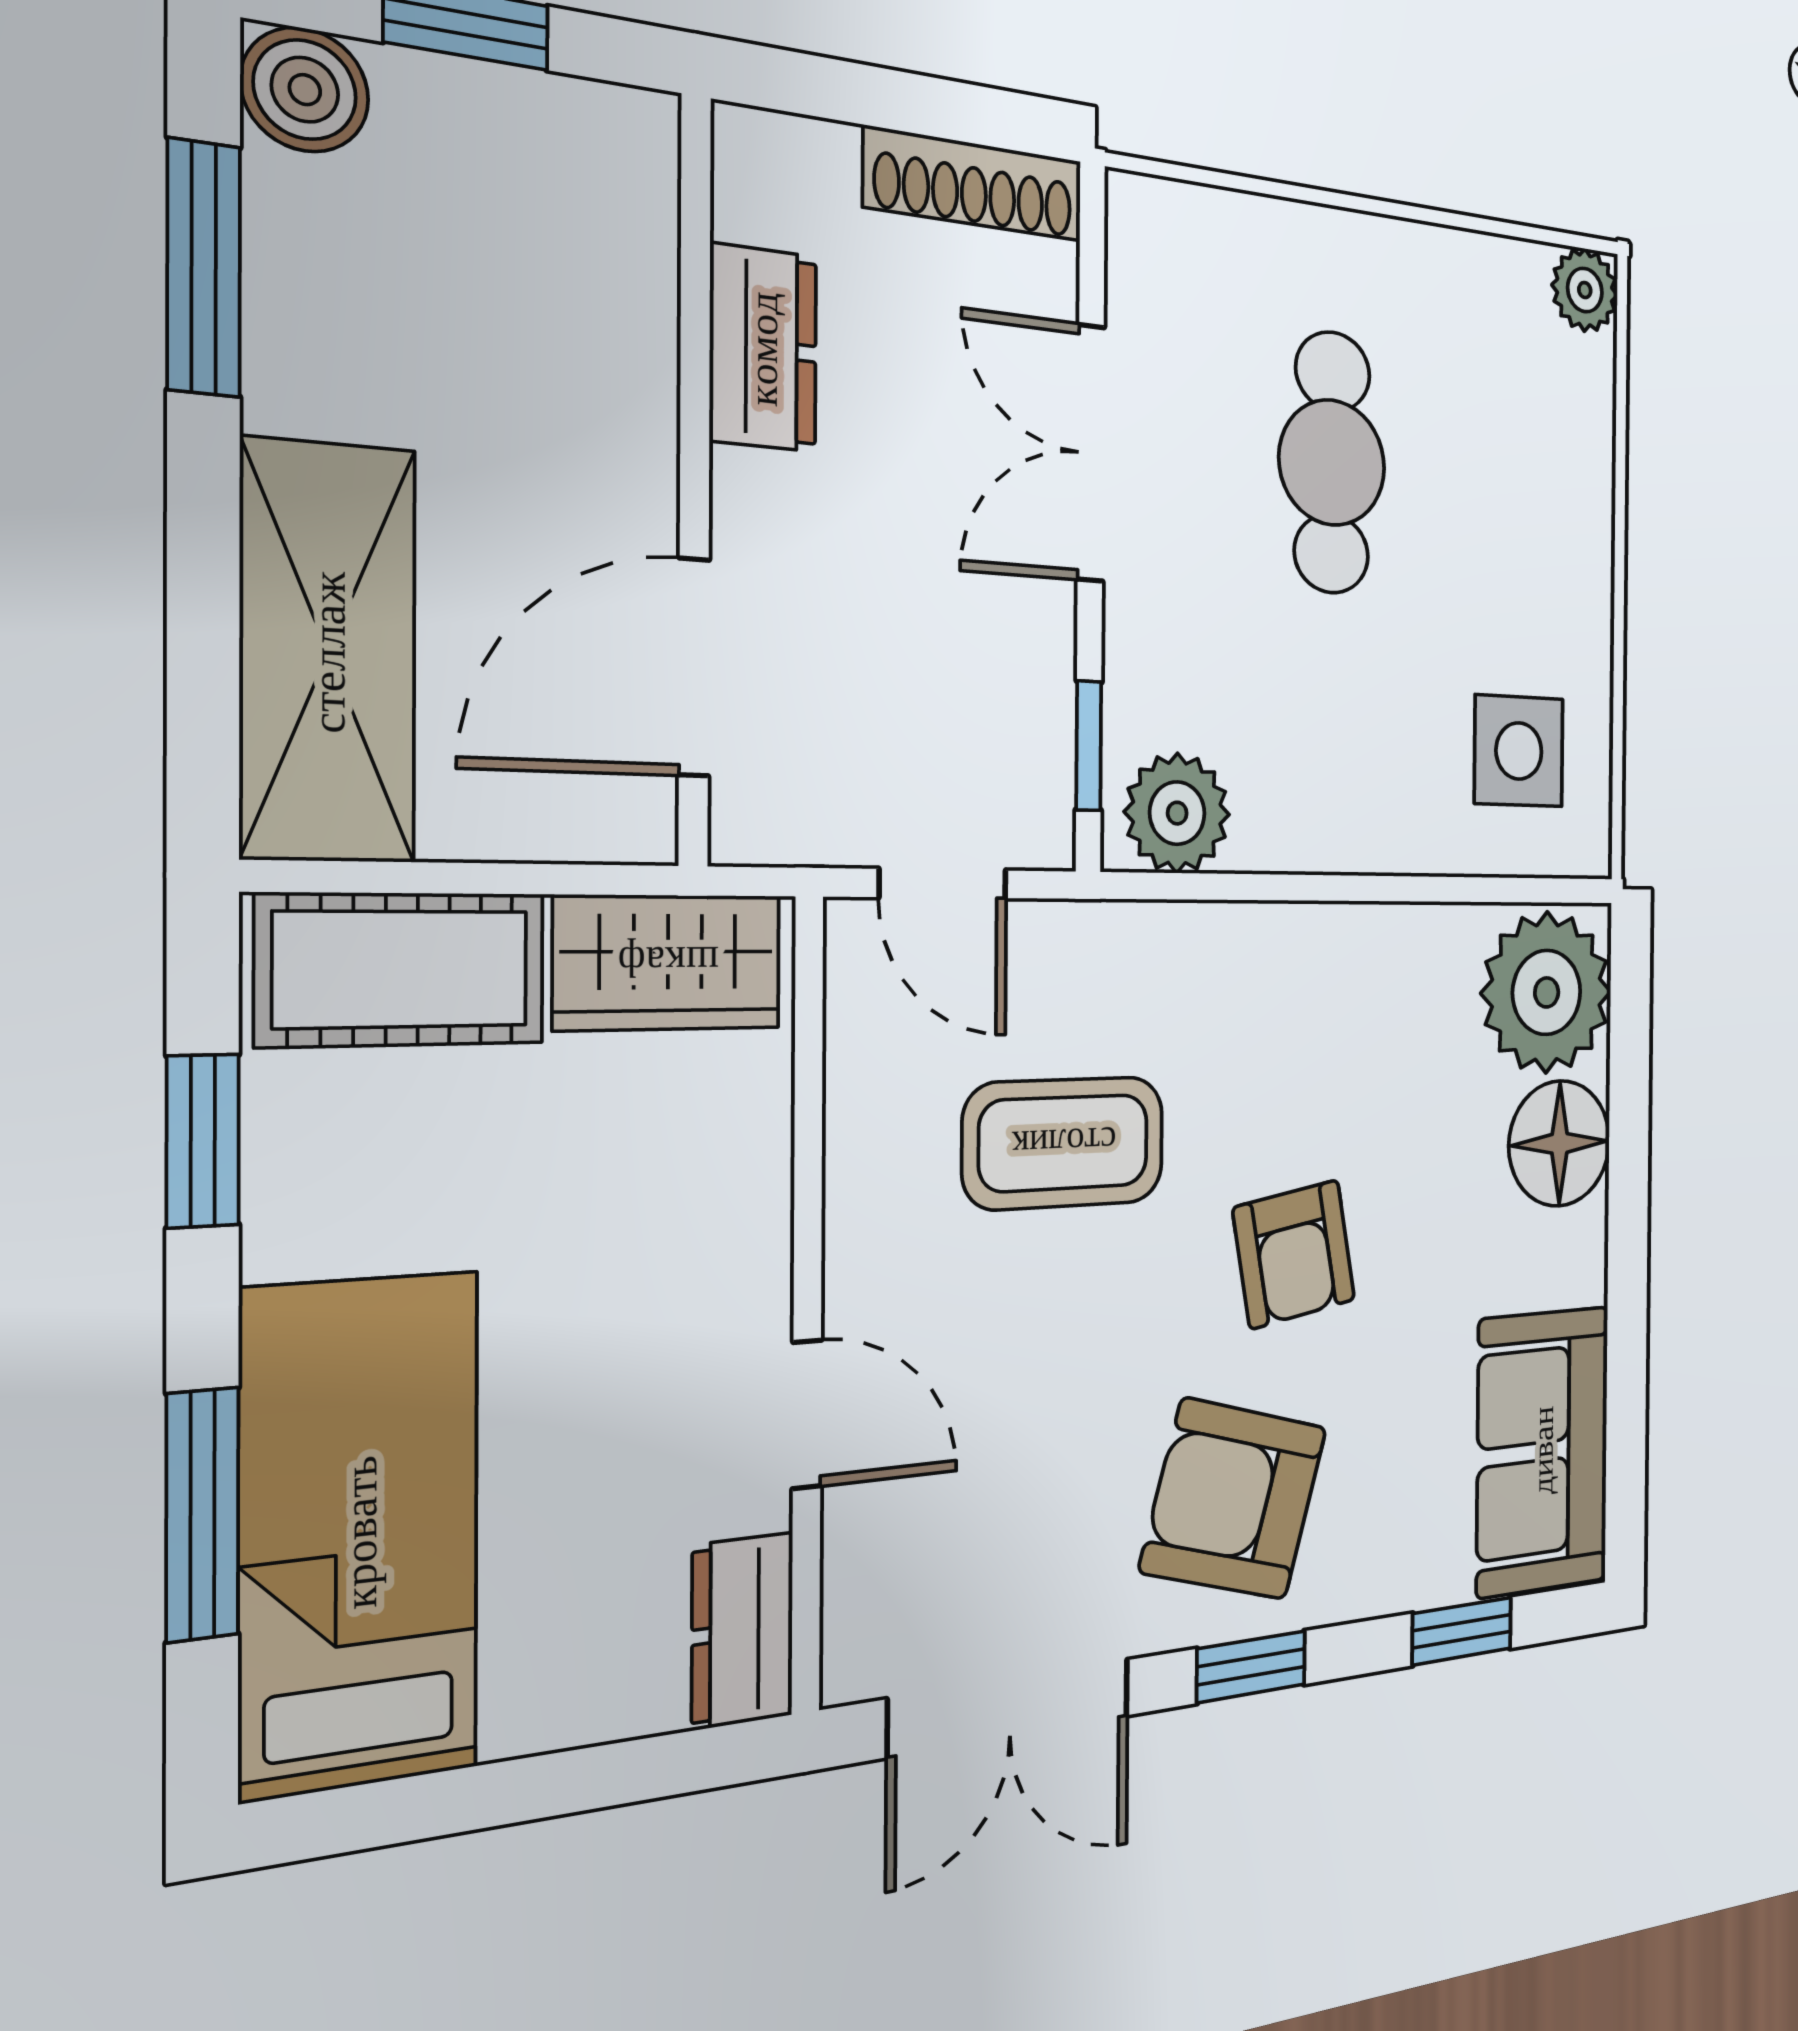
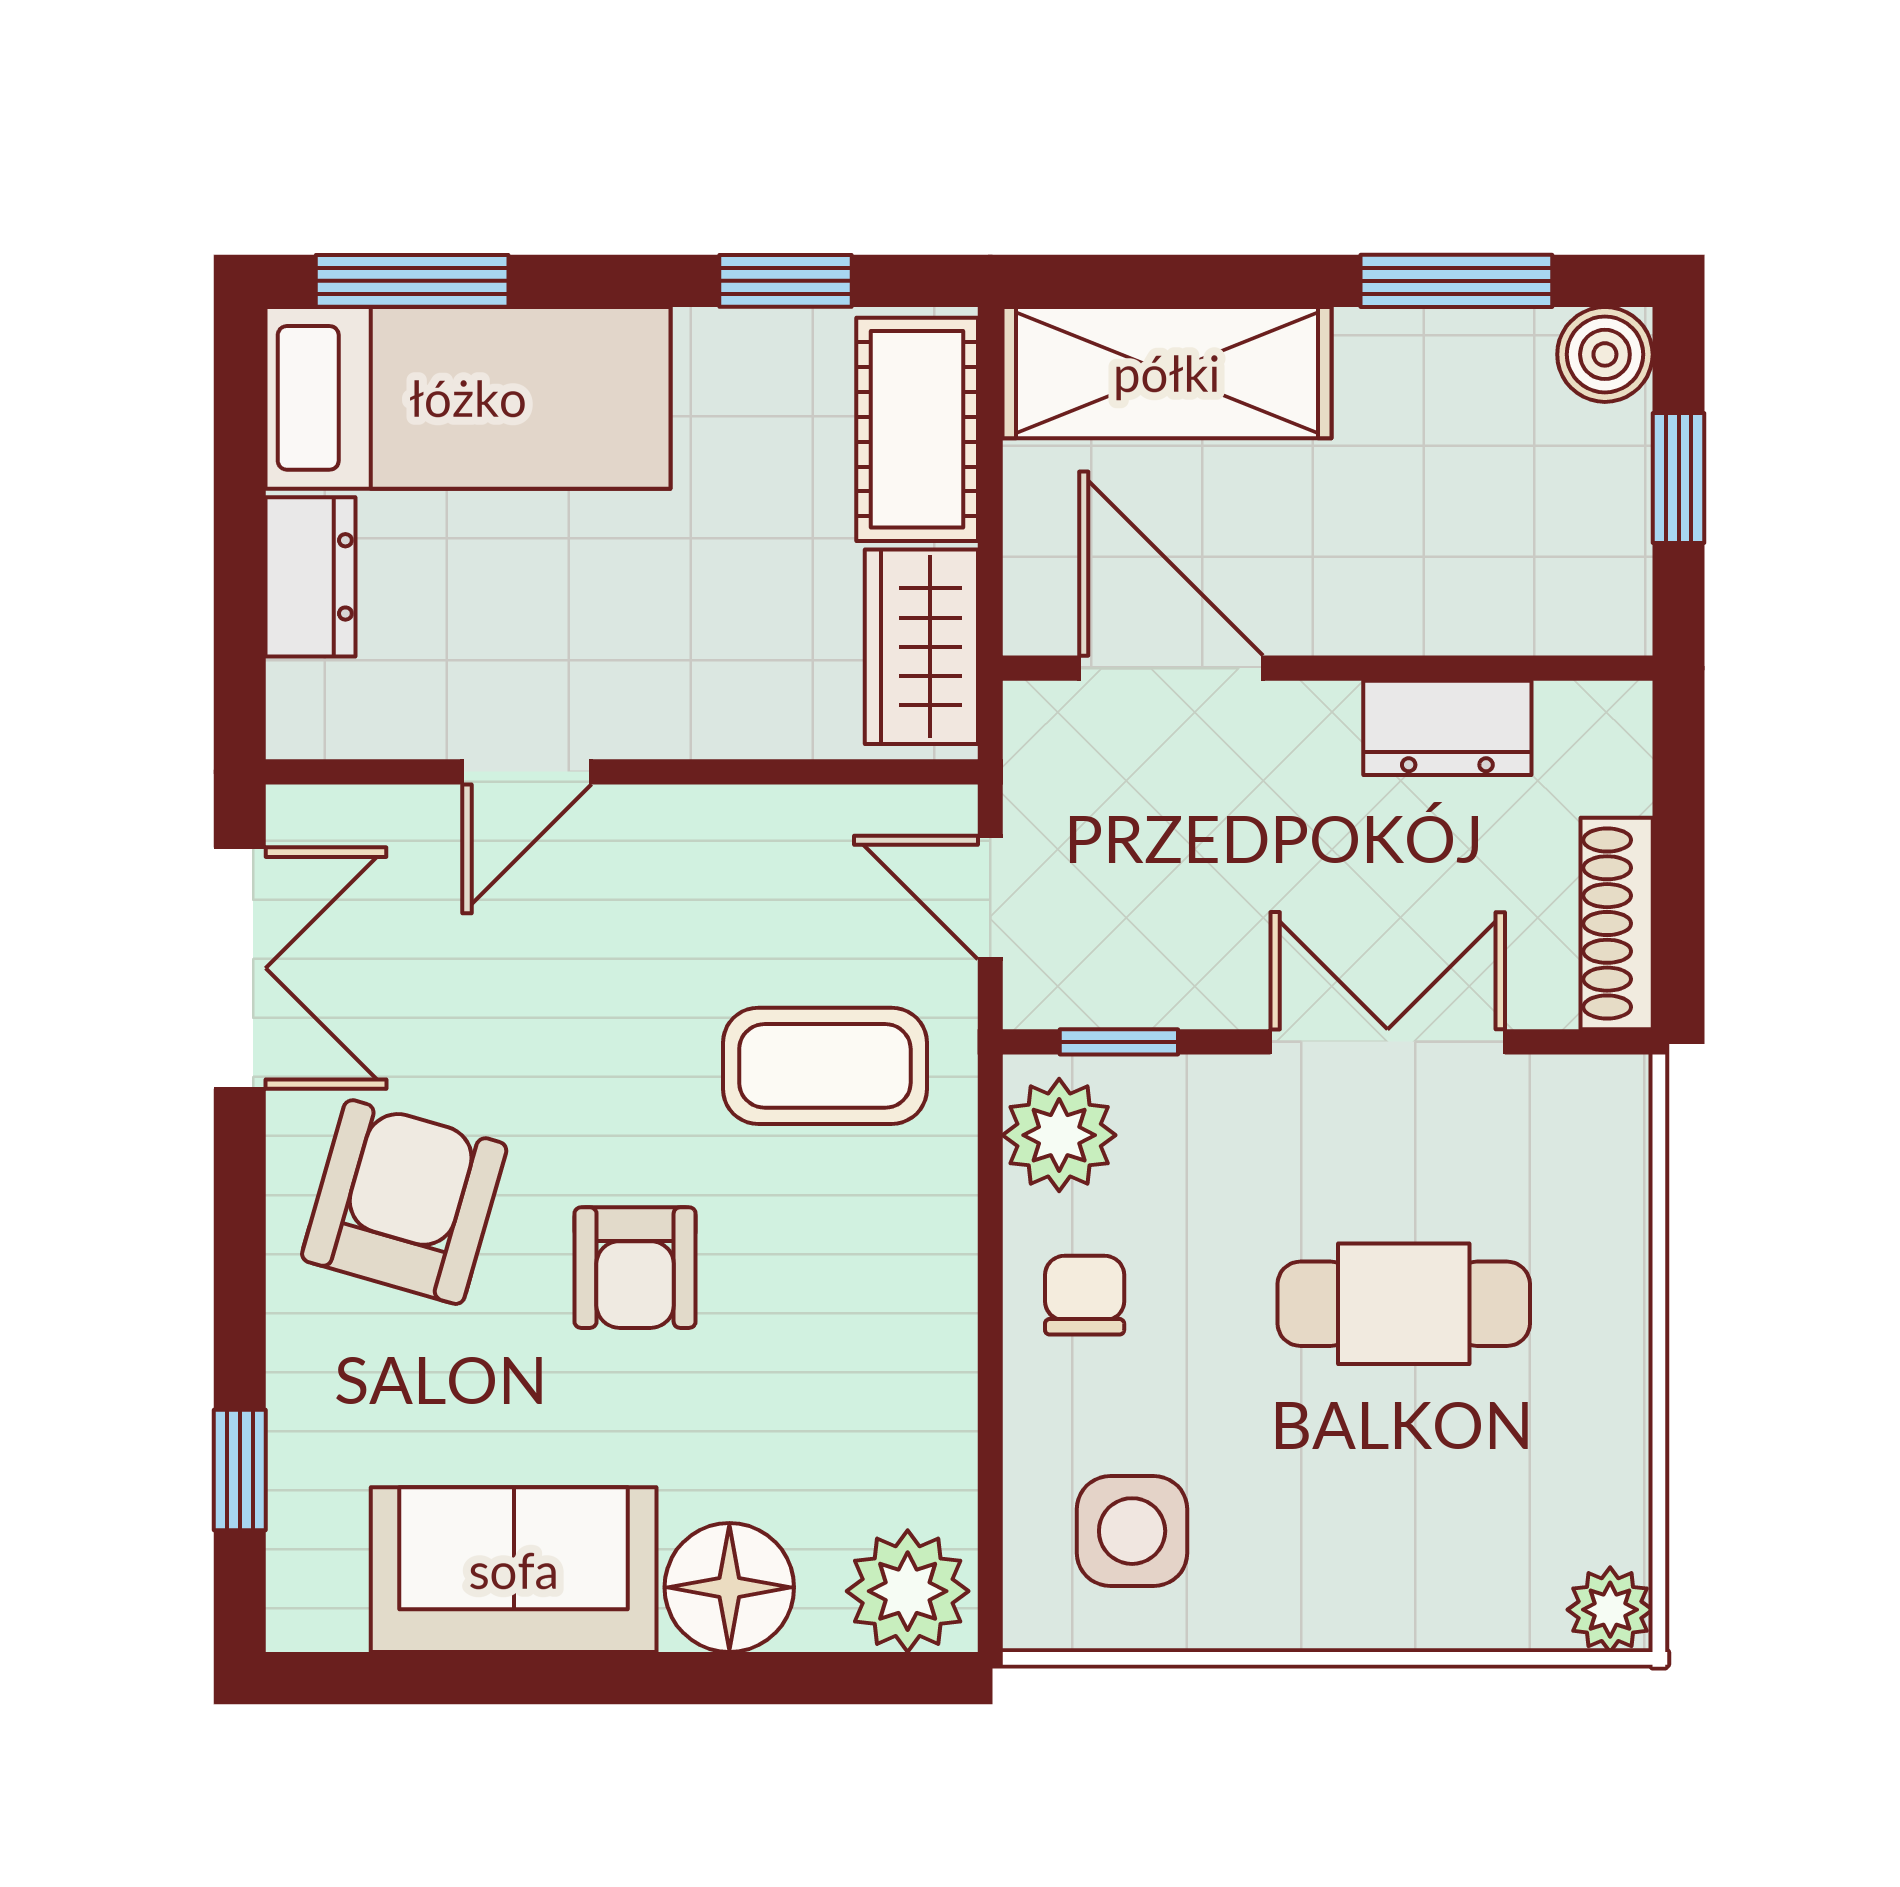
chair: (1322, 791) -> (1085, 1295), added
door: (943, 884) -> (990, 897), hinge flipped
plant: (1547, 992) -> (908, 1591), width x0.73, depth x0.73
coffee table: (1064, 1143) -> (825, 1066), moved, turned 90
armchair: (1294, 1254) -> (635, 1268), turned -80
sofa: (1543, 1451) -> (514, 1570), moved
window: (202, 1514) -> (412, 281), moved
dresser: (743, 1631) -> (310, 577), moved, turned 90
window: (1251, 1667) -> (240, 1223), removed
double door: (1010, 1707) -> (240, 968), swing flipped

